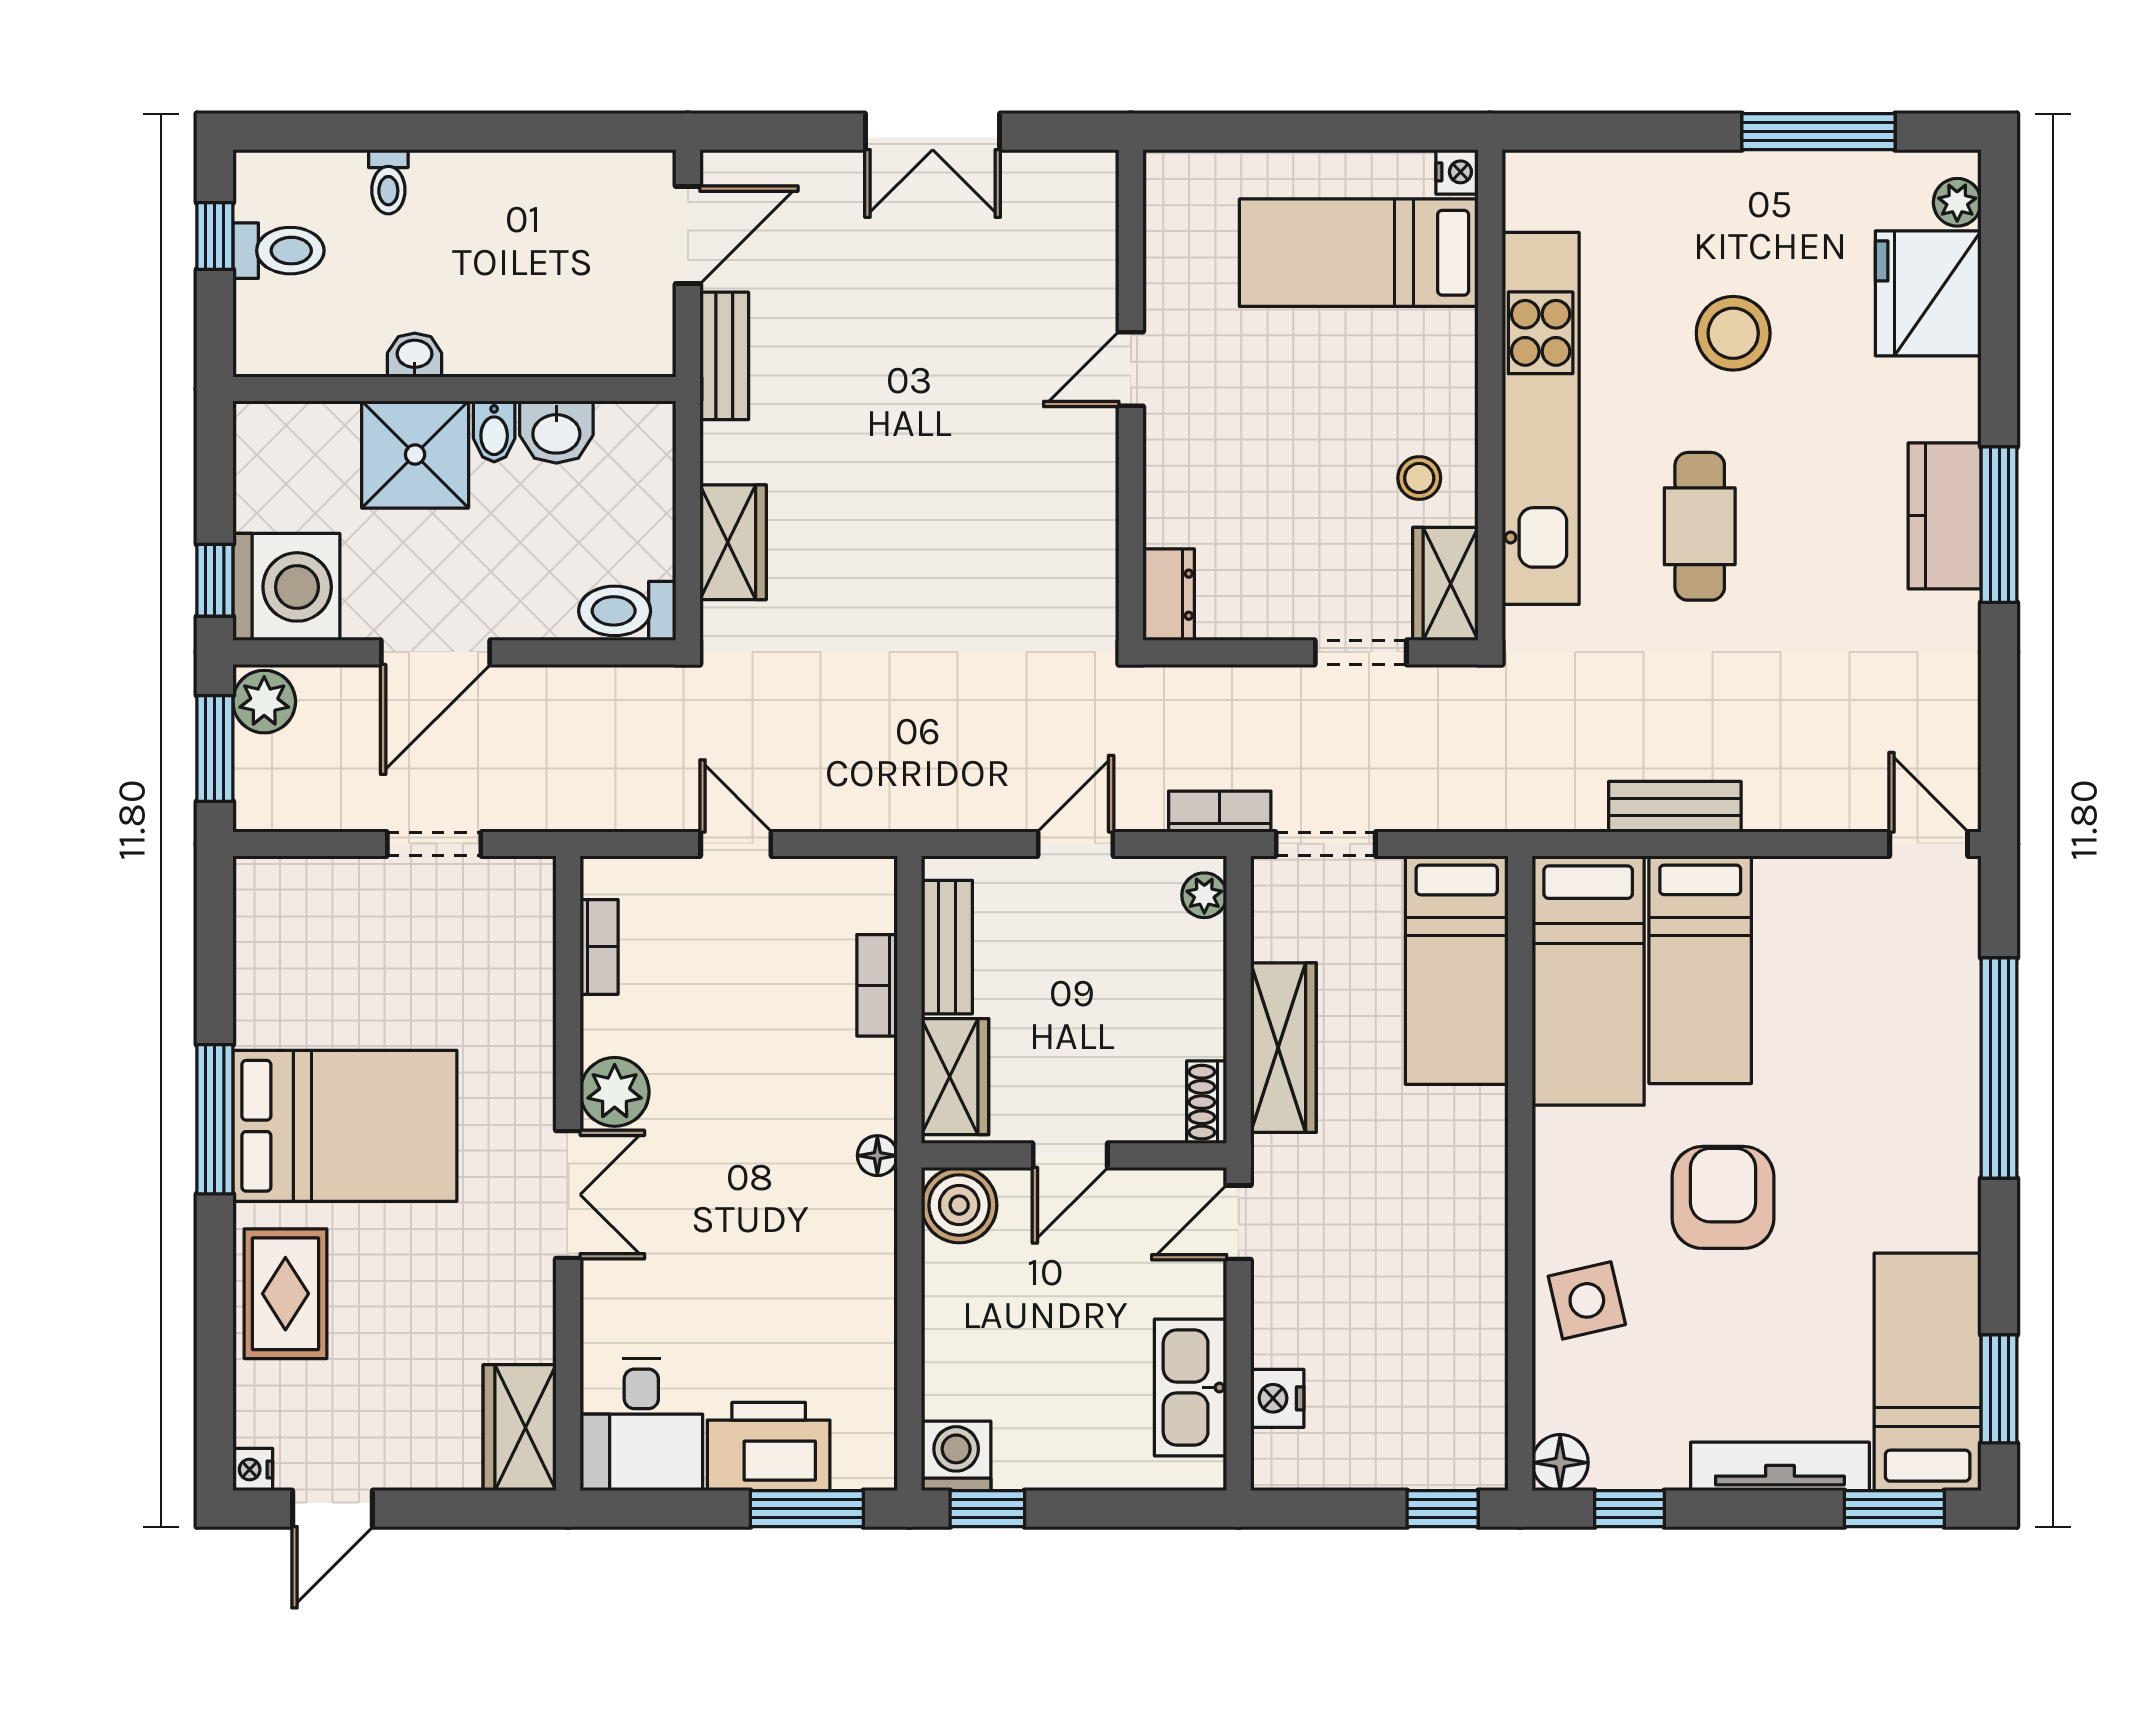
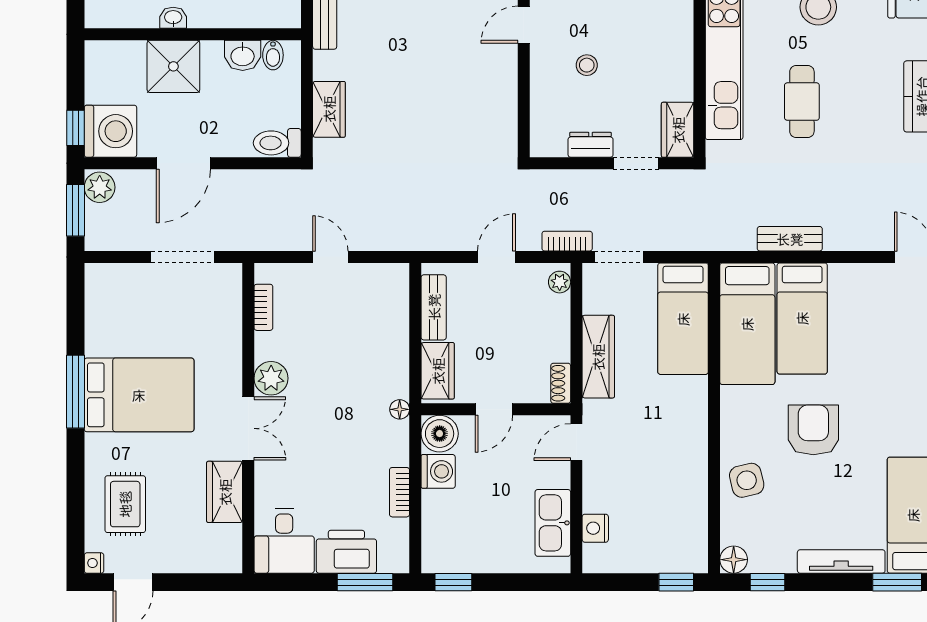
bidet: (494, 431) -> (273, 55), moved
stool: (1419, 478) -> (587, 65), moved
dresser: (1169, 595) -> (591, 145), moved, turned -90
doorway: (434, 844) -> (183, 257), width x1.38
bookcase: (877, 985) -> (399, 492), moved
rug: (285, 1294) -> (125, 504), moved
wardrobe: (520, 1428) -> (225, 492), moved
washing machine: (956, 1456) -> (438, 471), moved, turned 90

